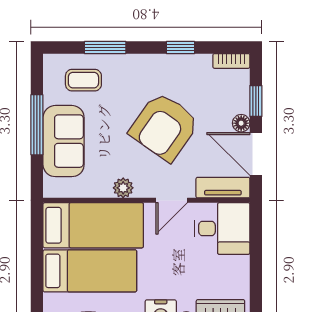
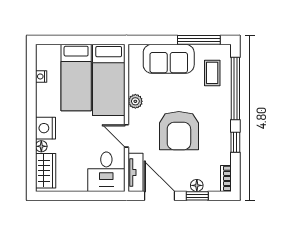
window: (105, 48) -> (235, 88), width x2.11
floor lamp: (241, 123) -> (197, 185), moved
window: (37, 125) -> (199, 40), moved
armchair: (164, 127) -> (179, 131), turned -125
door: (256, 154) -> (159, 196), hinge flipped

